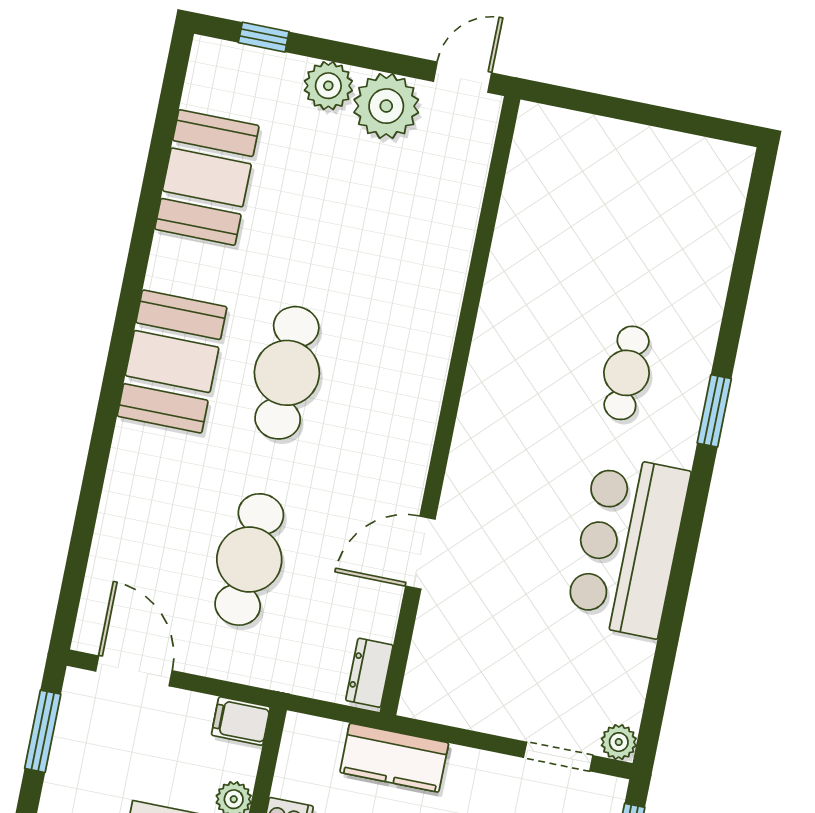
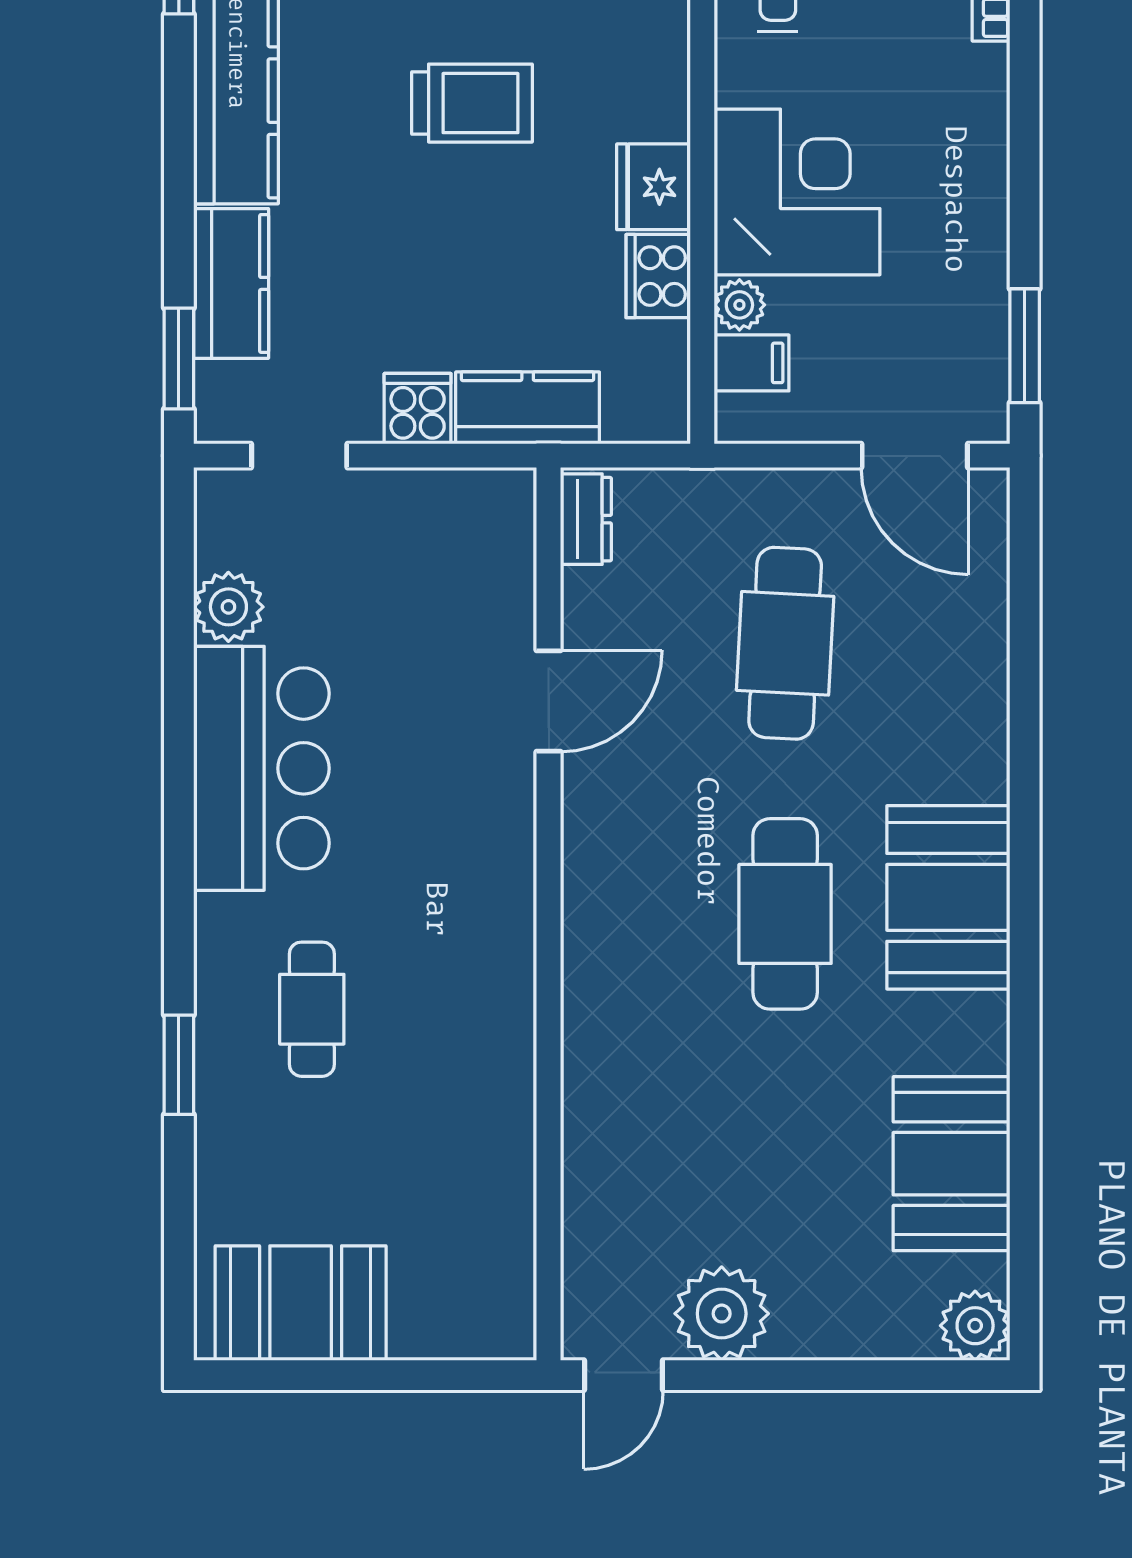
window: (264, 37) -> (912, 1375), removed
plant: (328, 86) -> (975, 1326), moved
booth: (675, 172) -> (301, 1303), added
window: (714, 411) -> (179, 1065), moved
filing cabinet: (241, 721) -> (752, 363), moved
plant: (619, 742) -> (228, 607), moved, width x1.38, depth x1.38
cooker: (470, 772) -> (418, 409), added

